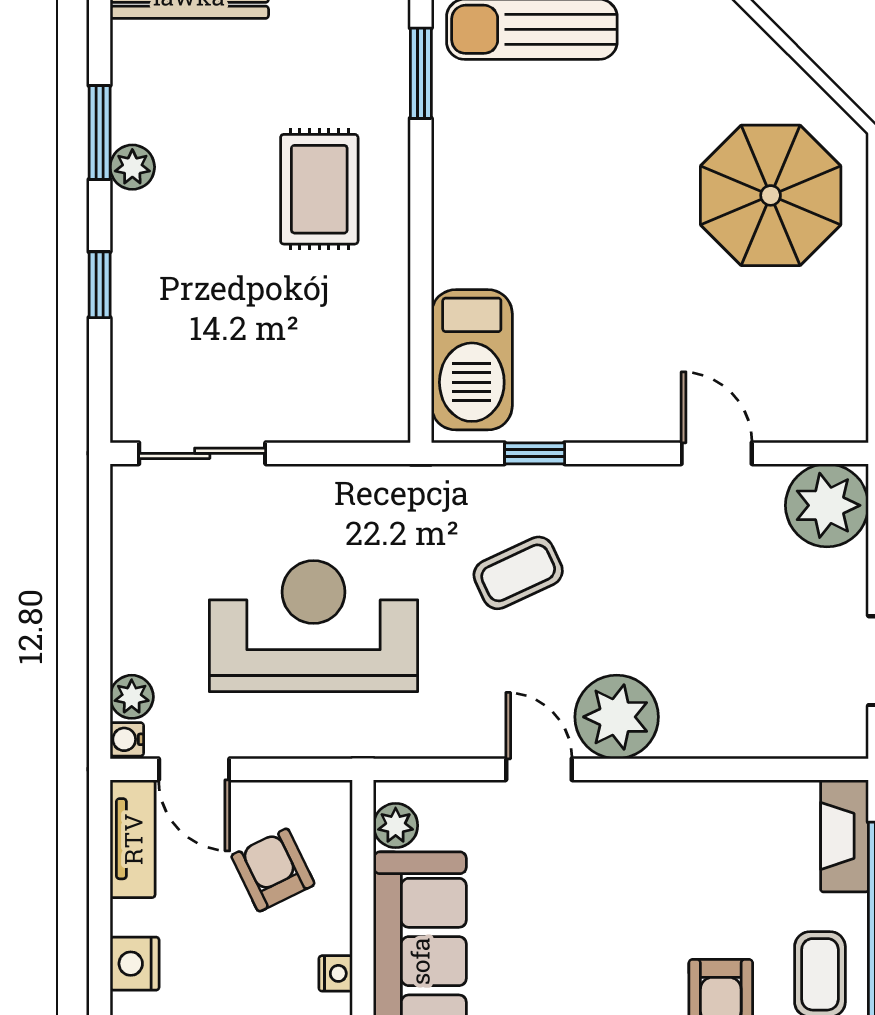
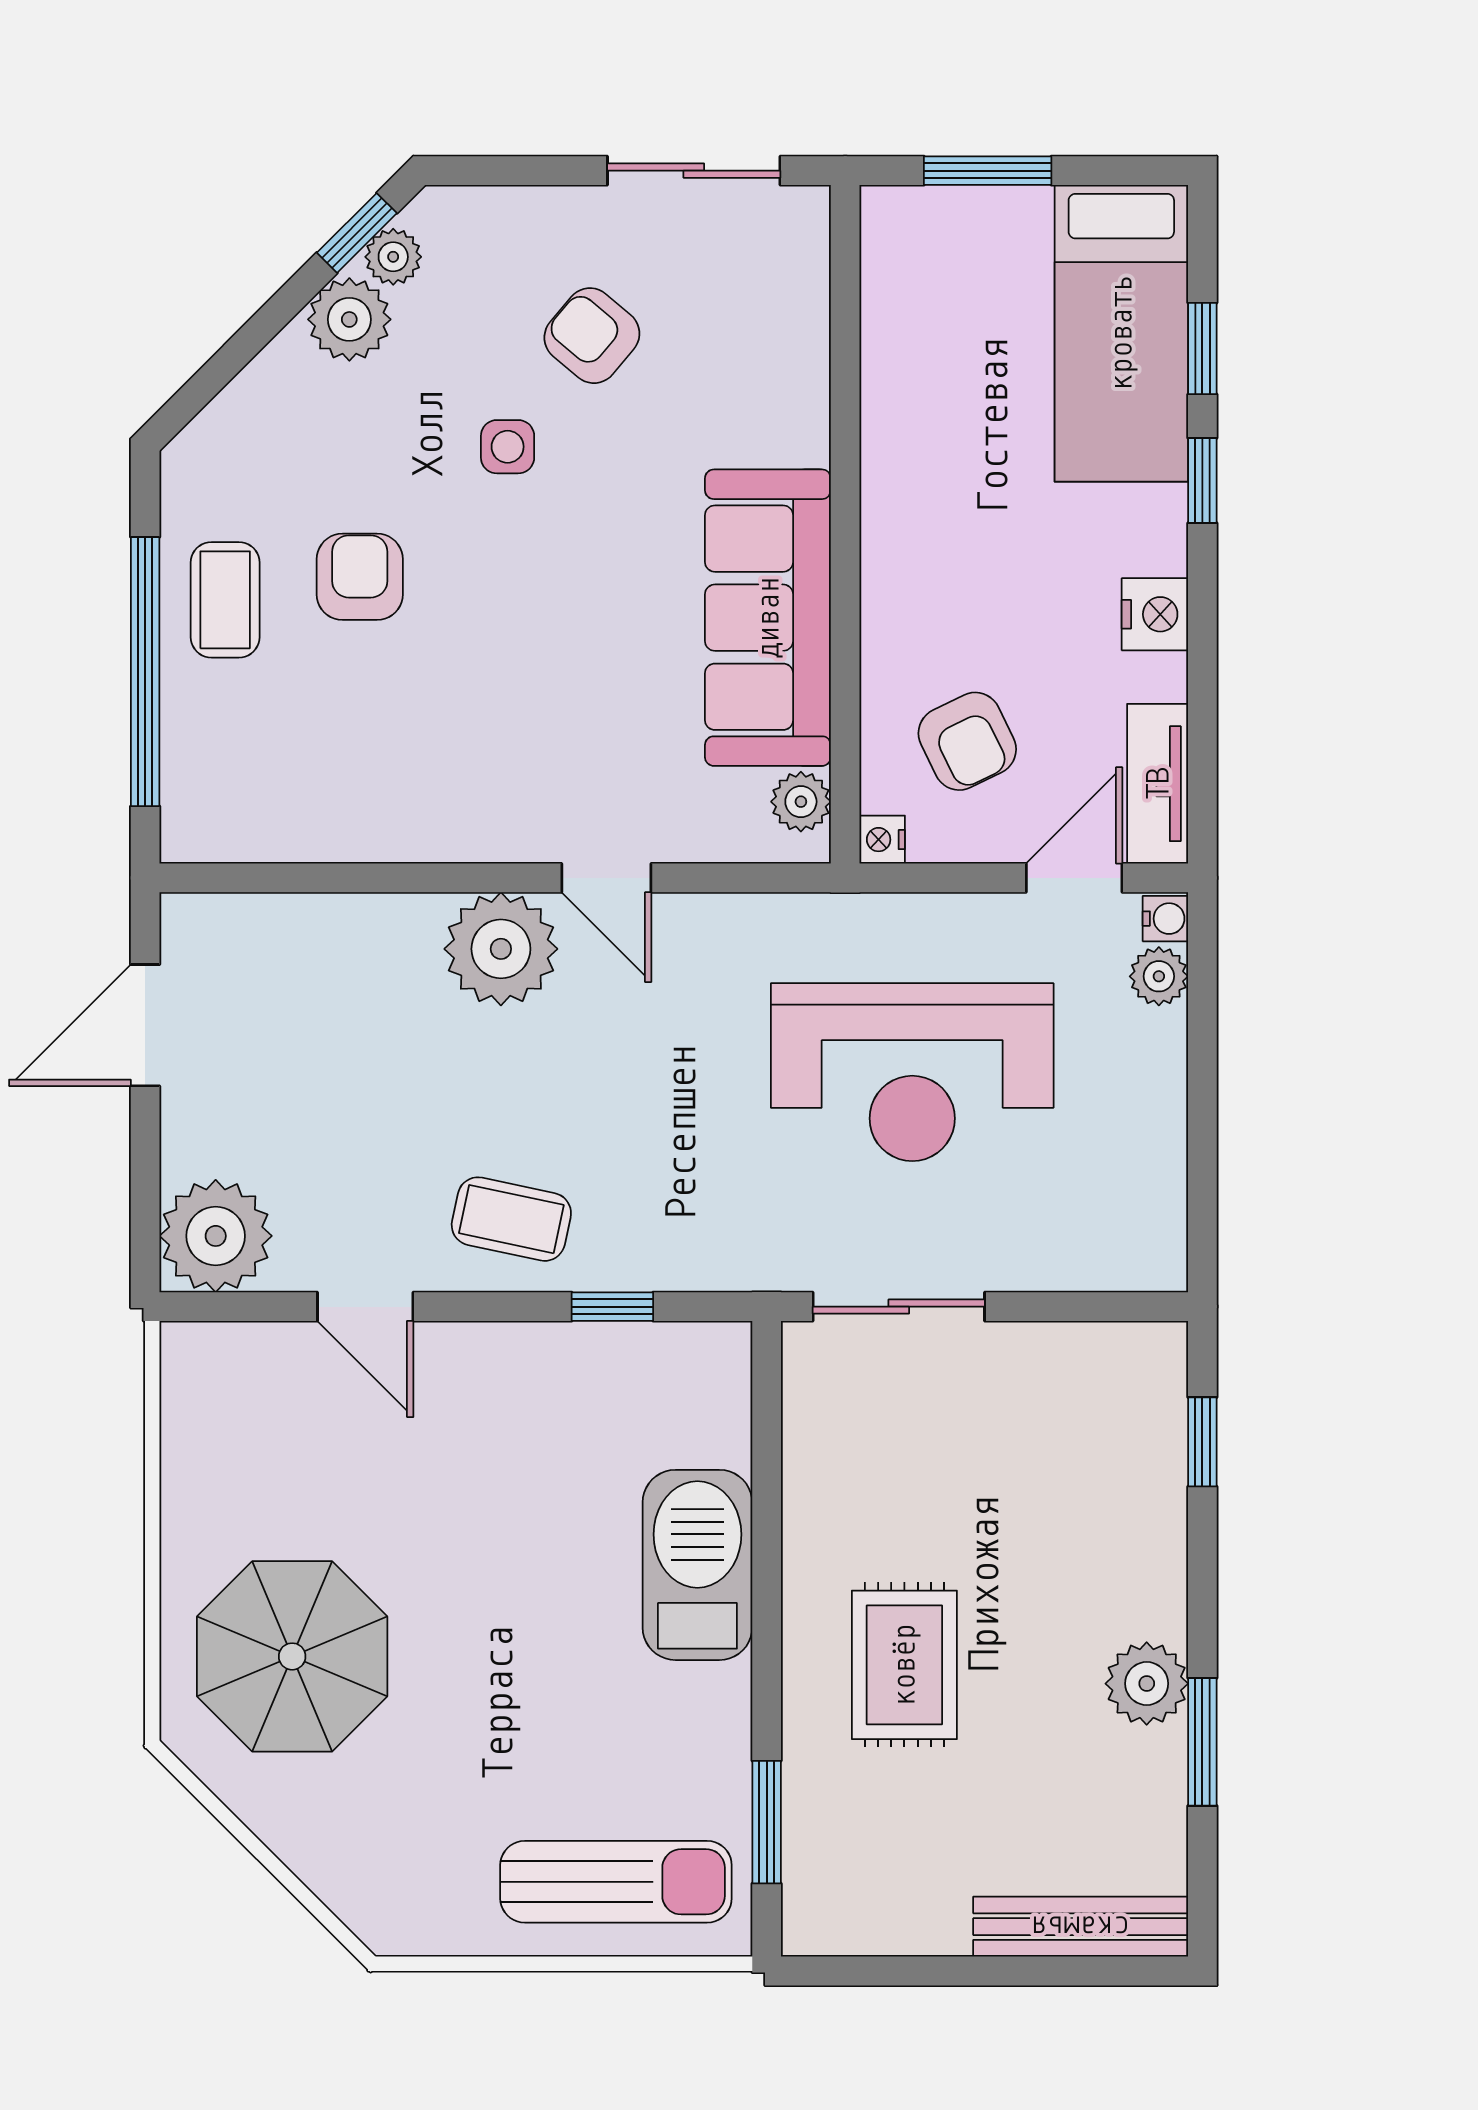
plant: (132, 167) -> (1147, 1684), width x1.38, depth x1.38
window: (100, 285) -> (1202, 1442), moved
barbecue: (472, 360) -> (697, 1565), moved
sliding door: (202, 453) -> (899, 1307), moved
coffee table: (518, 573) -> (511, 1219), moved, turned 37
door: (194, 769) -> (1074, 878), hinge flipped
fireplace: (844, 836) -> (192, 788), removed
nightstand: (336, 973) -> (882, 840), moved

